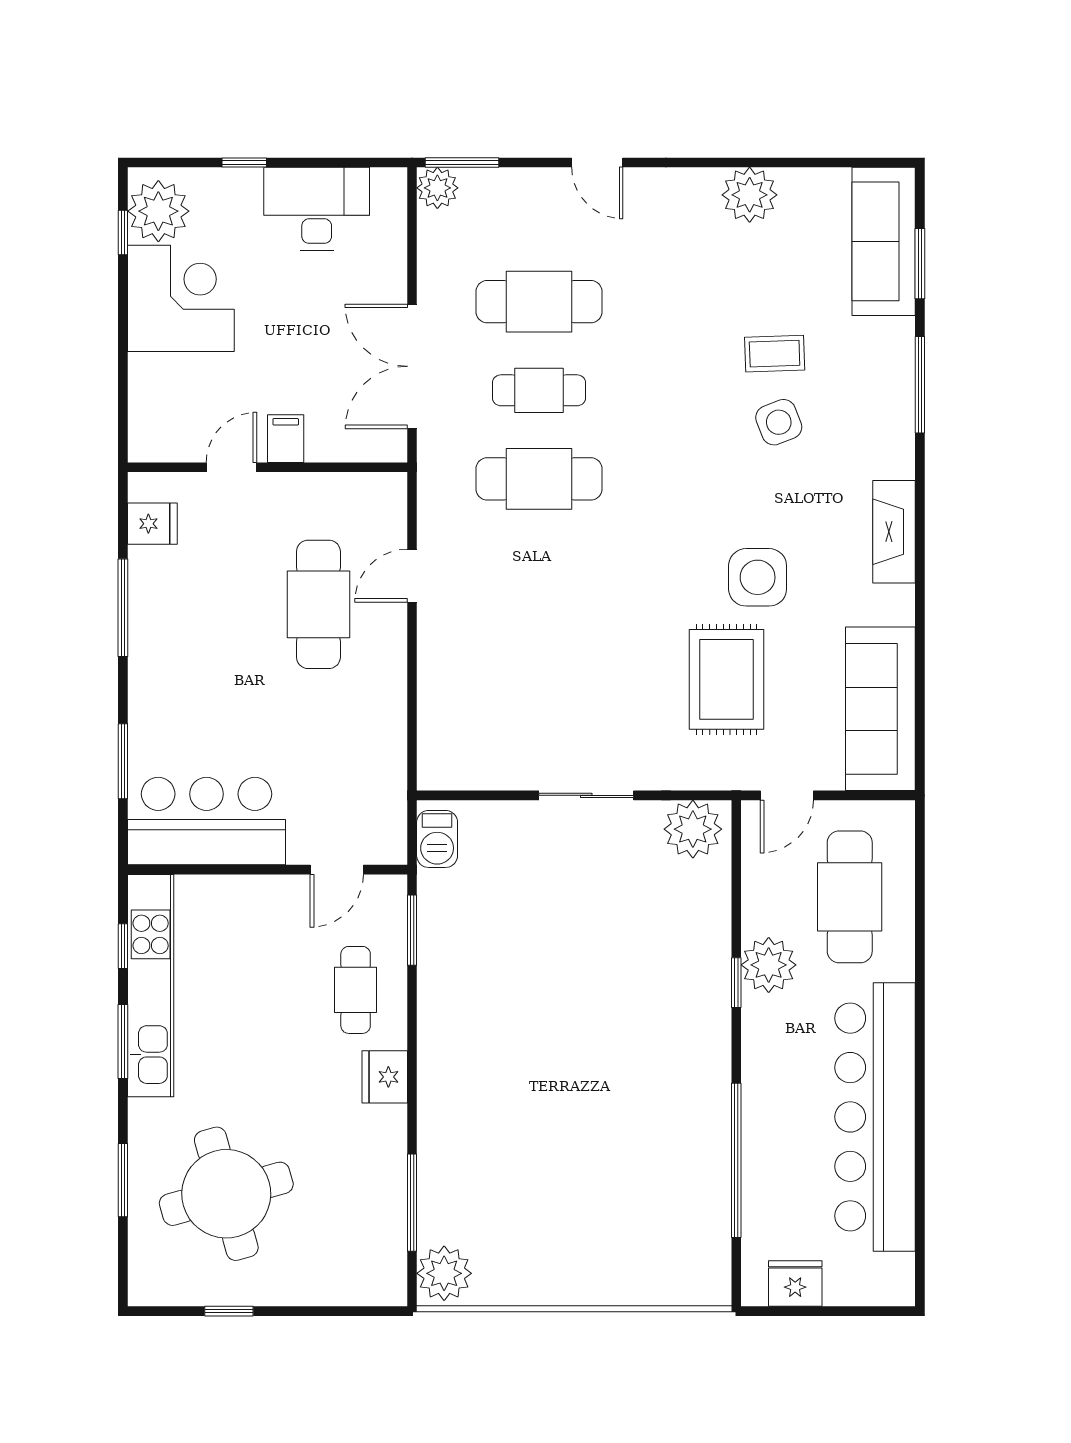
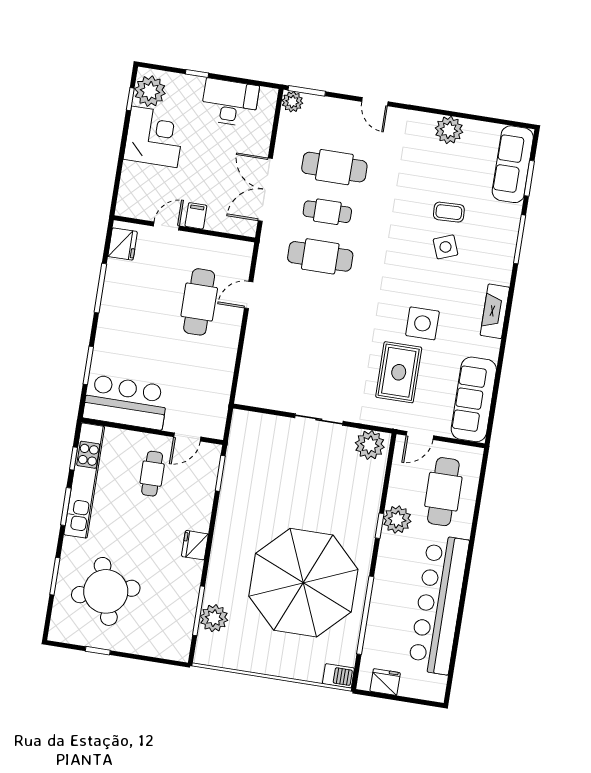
fridge: (152, 524) -> (123, 244), width x1.38
barbecue: (437, 839) -> (338, 676), moved, turned -90
cafe table: (356, 990) -> (152, 474), moved
parasol: (606, 1116) -> (303, 583), added
plant: (444, 1273) -> (214, 618), moved

